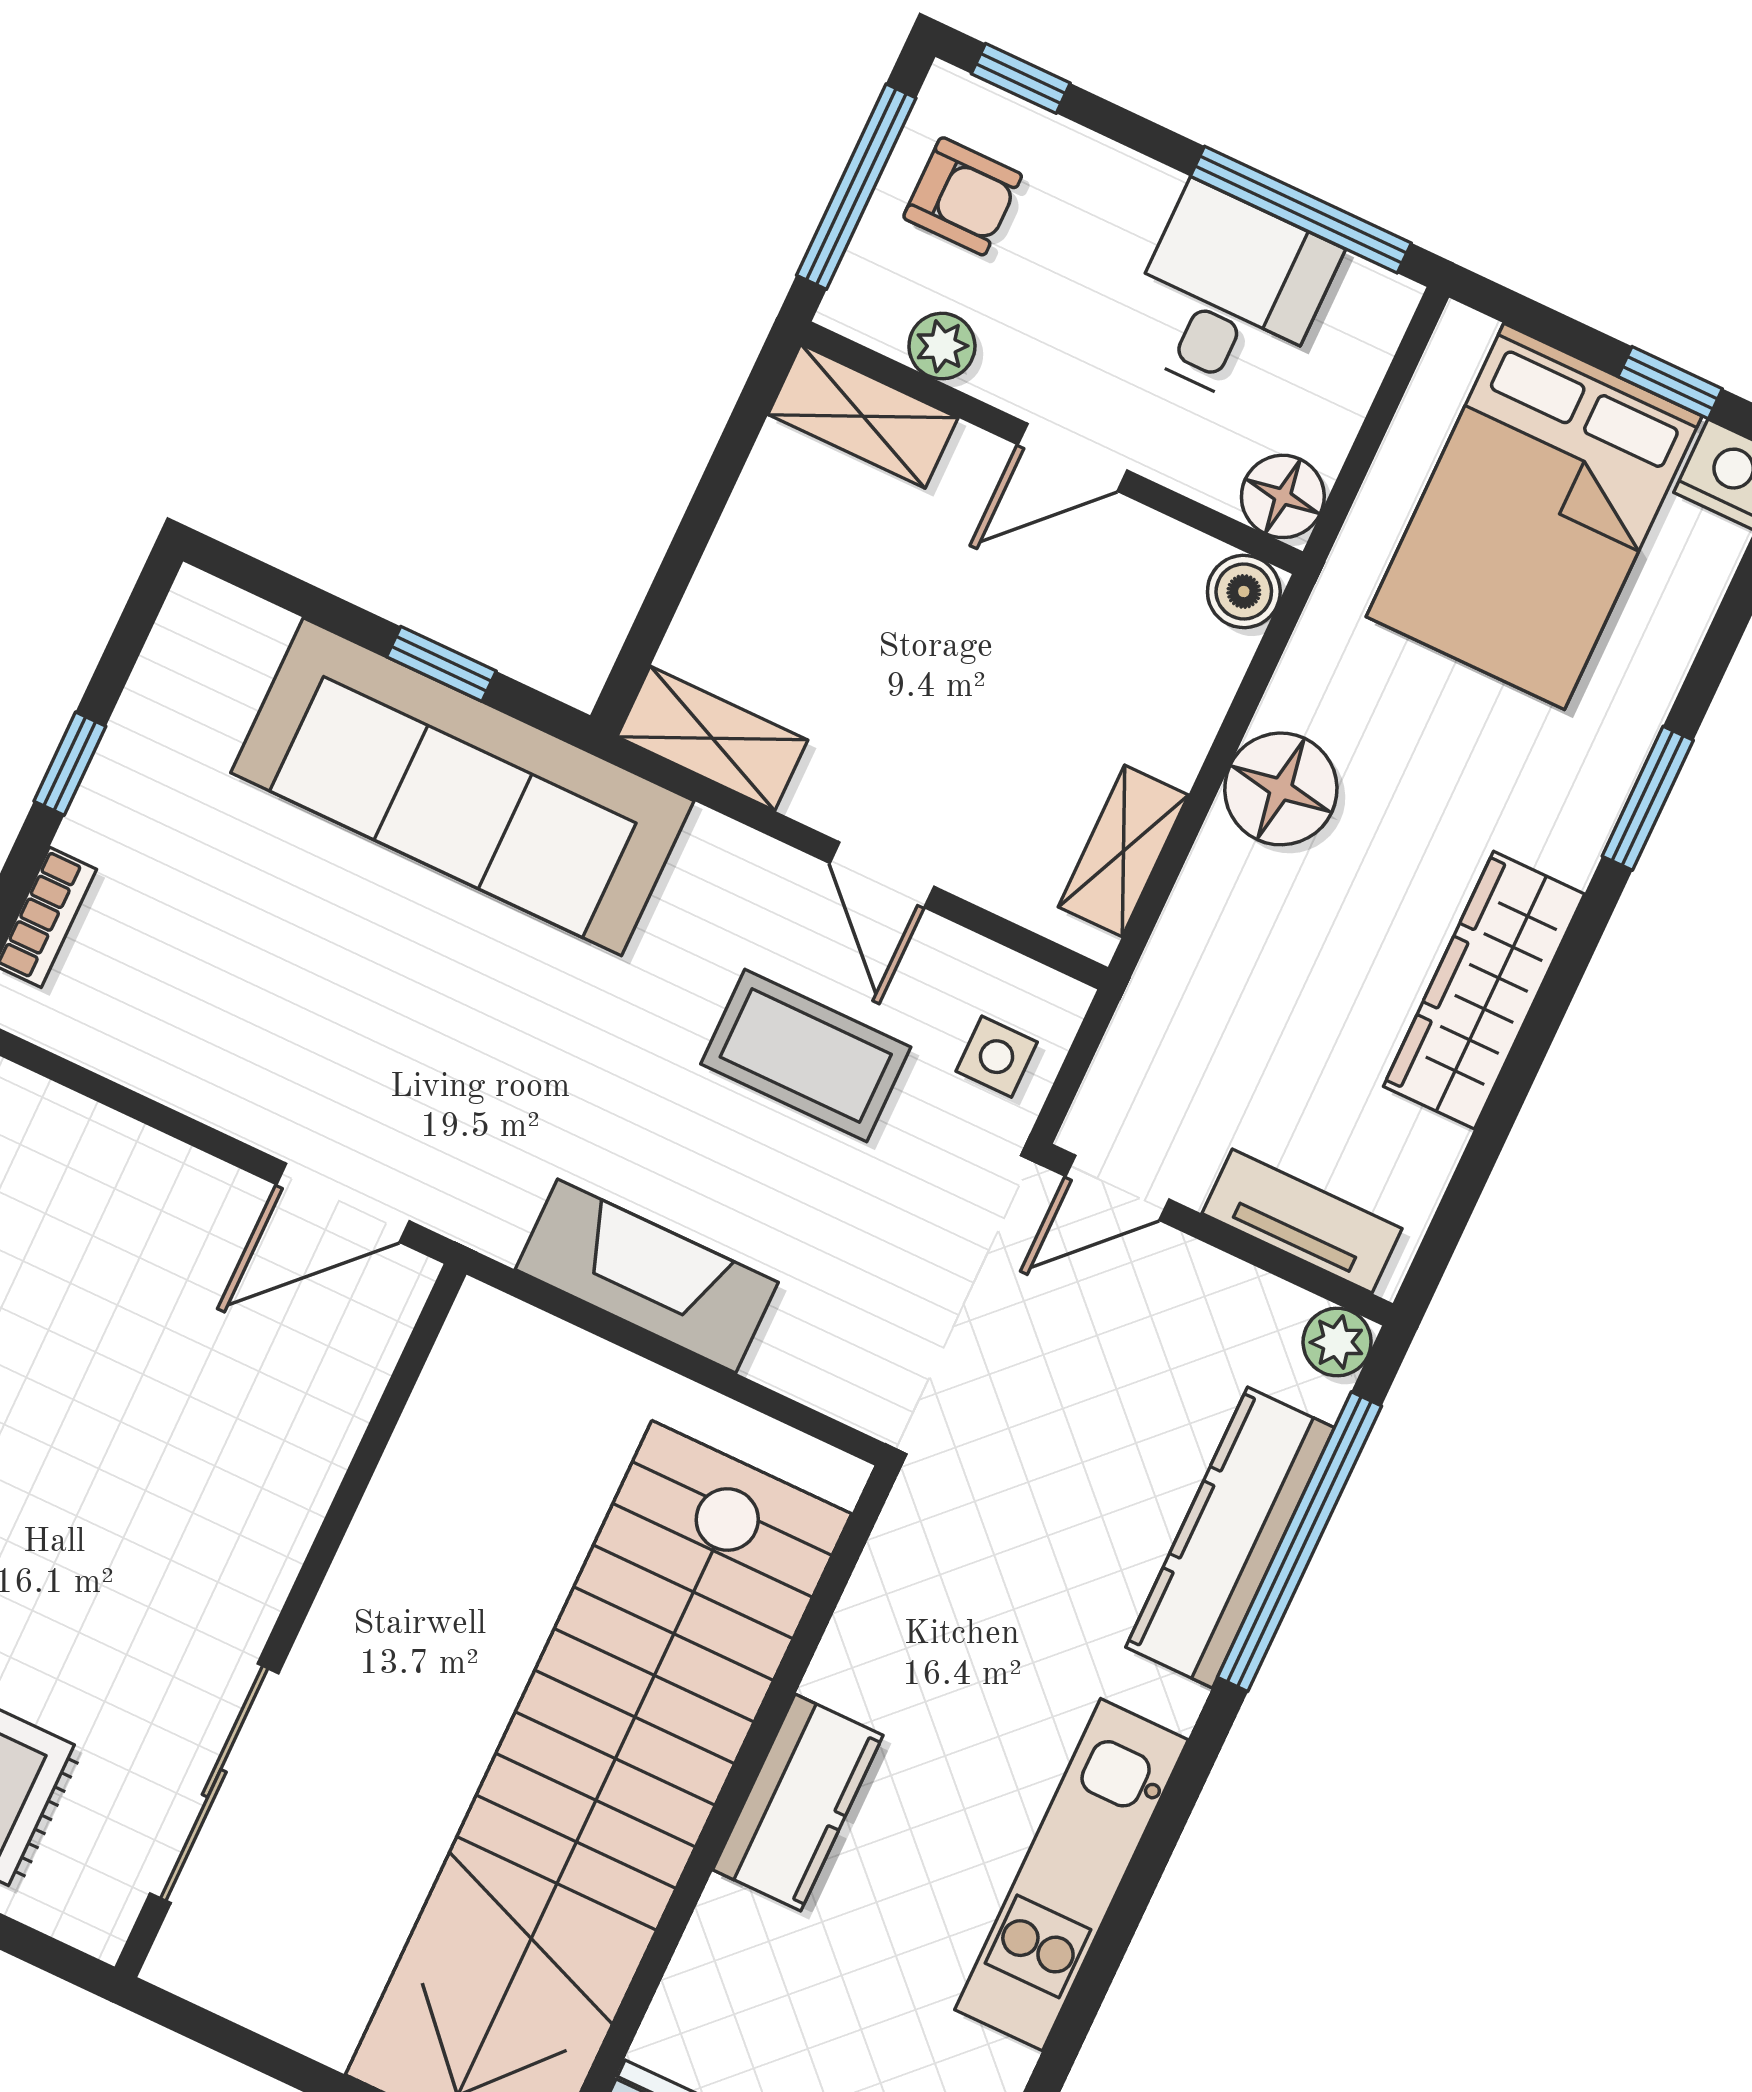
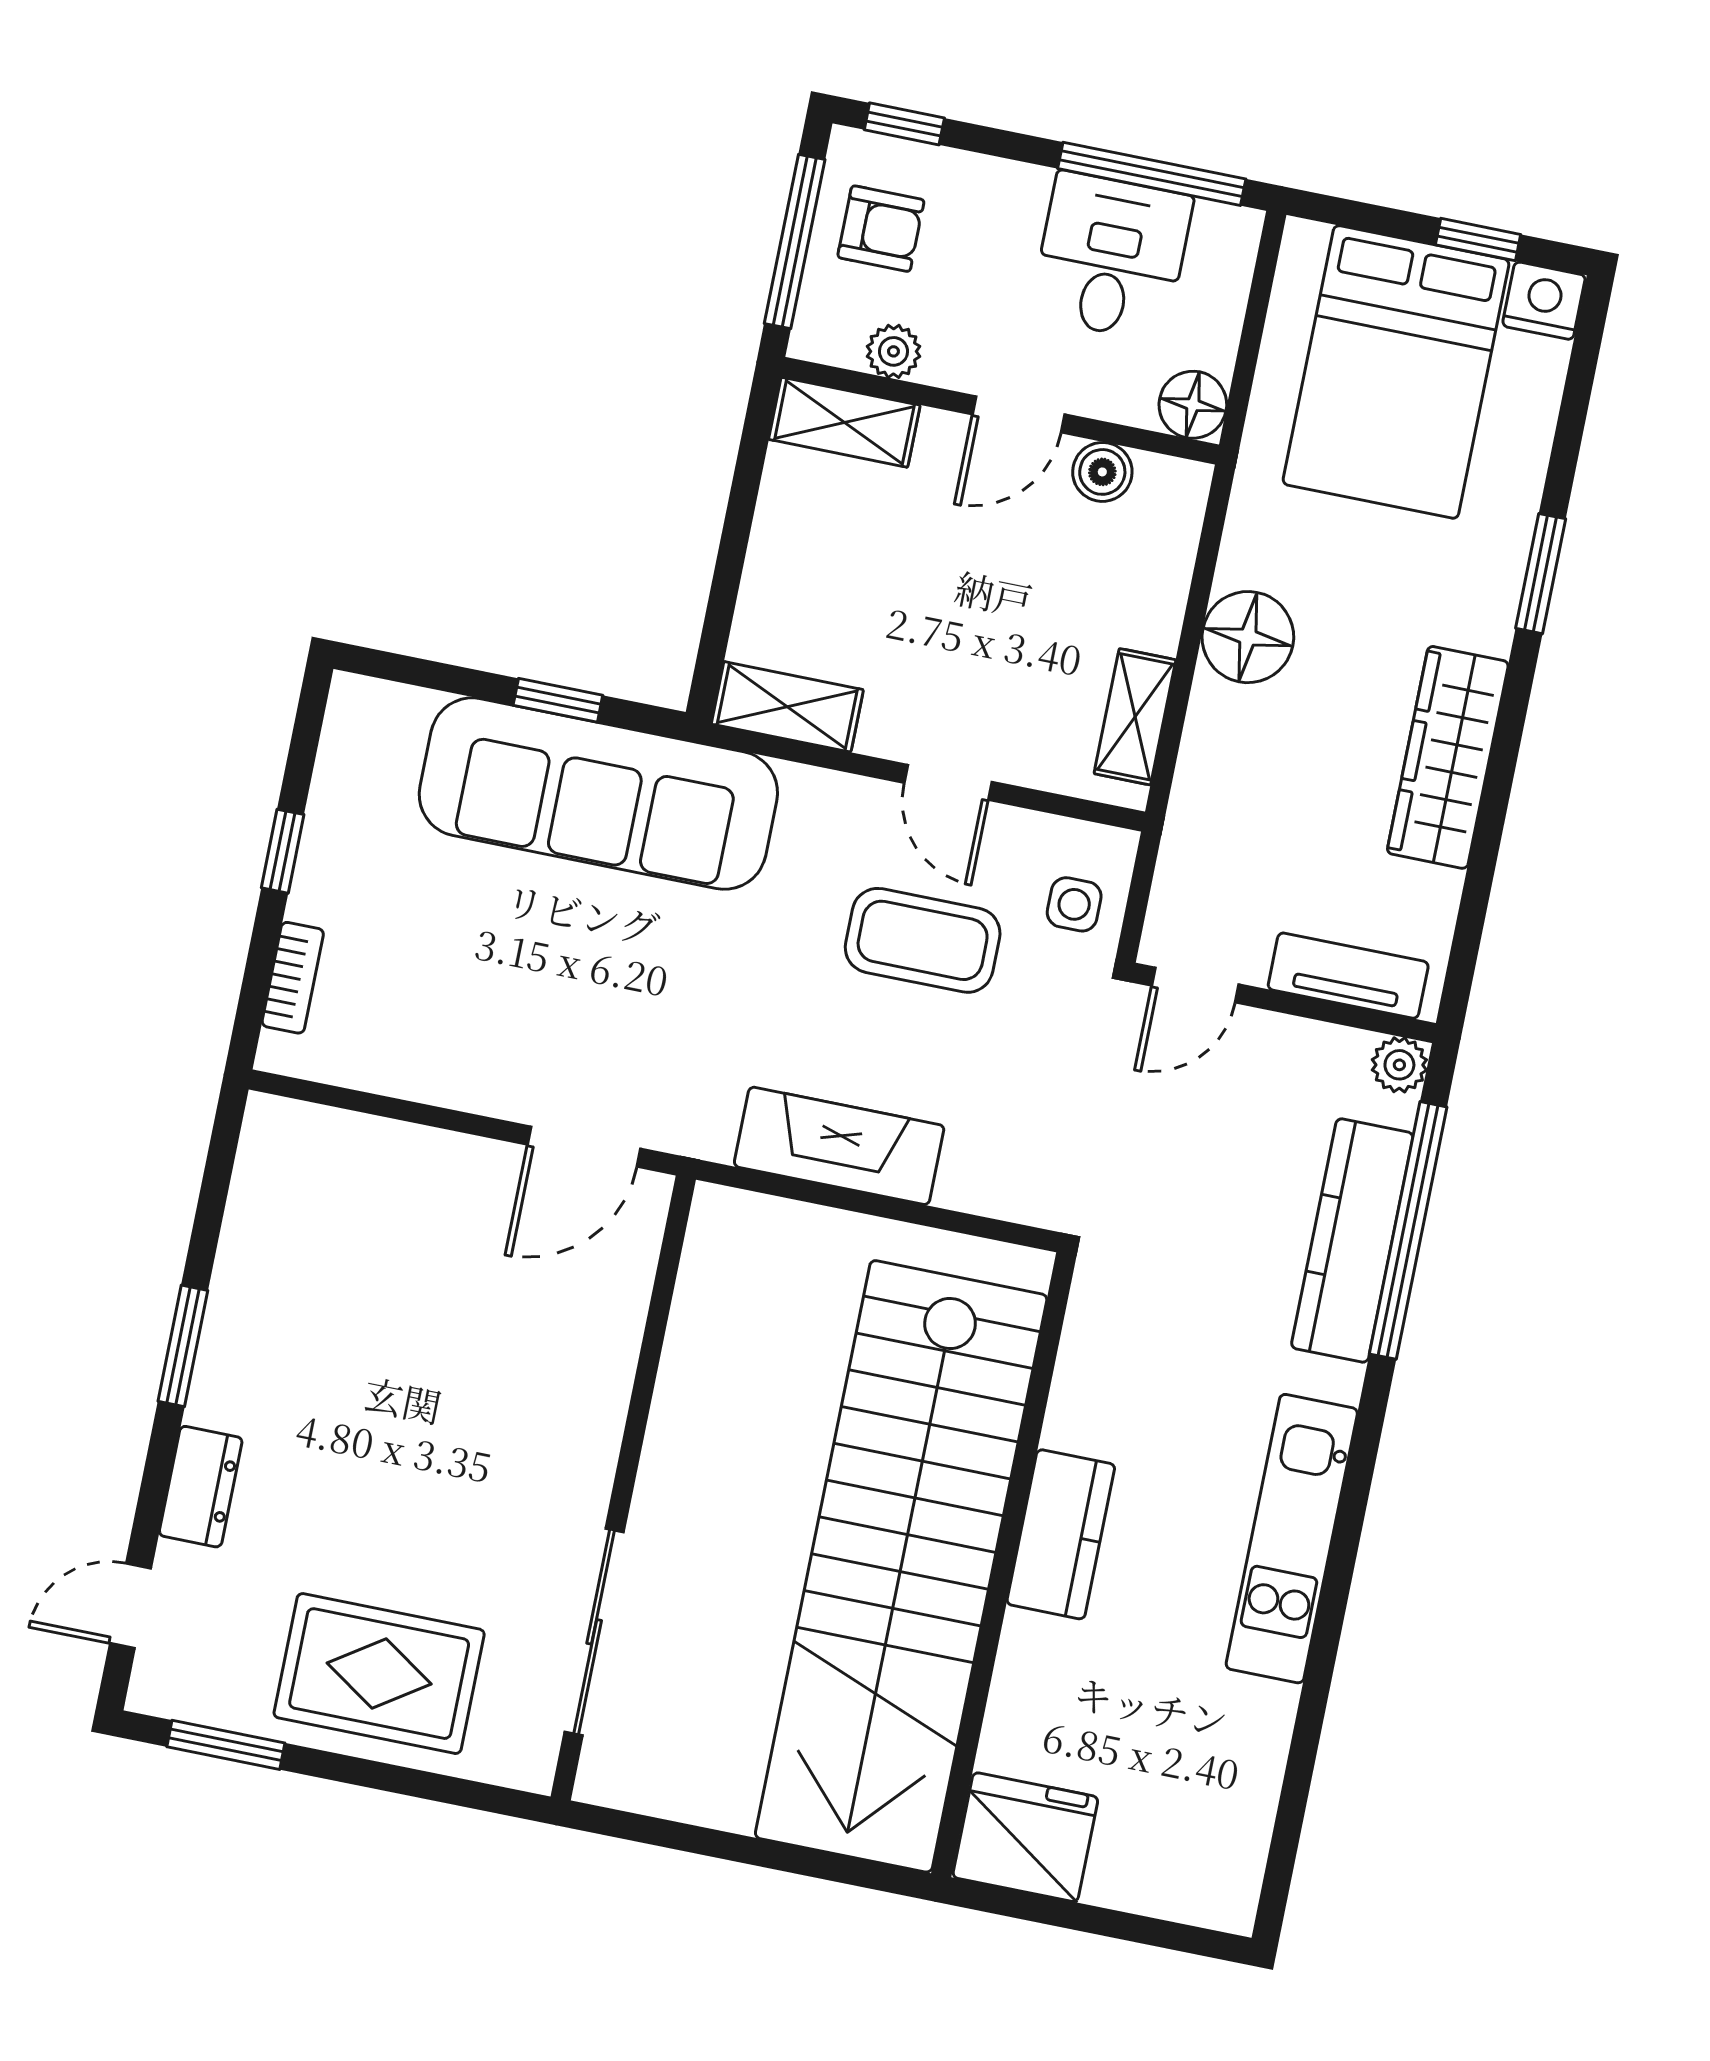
boiler: (1244, 592) -> (1102, 472), moved

